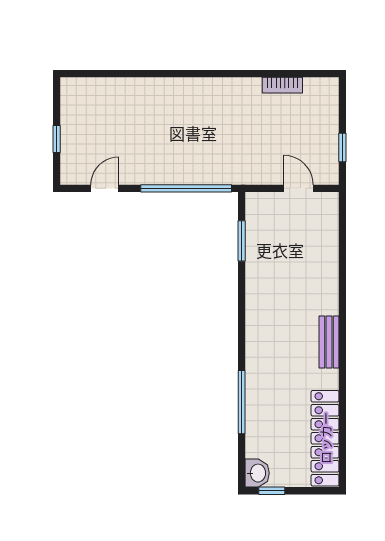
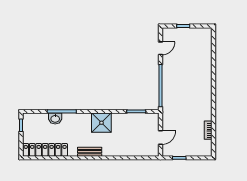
door: (105, 188) -> (160, 48), hinge flipped
shower: (266, 316) -> (101, 123), added
washbasin: (257, 473) -> (55, 119), moved

